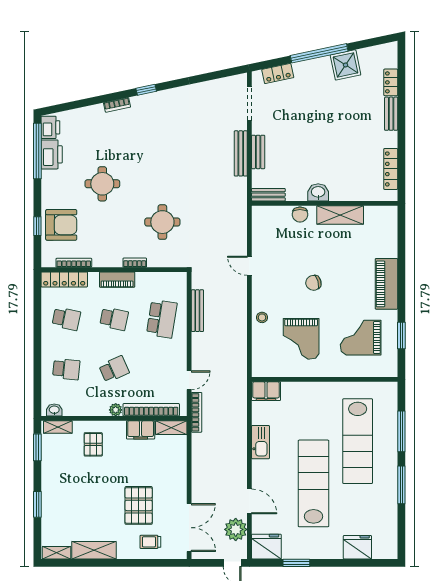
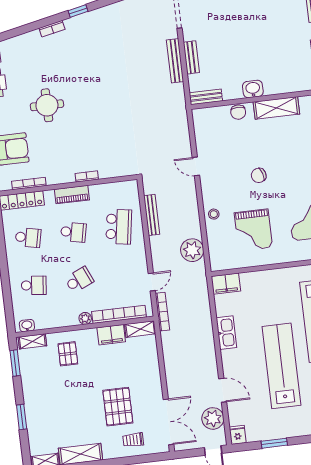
round table: (162, 222) -> (108, 135), removed
plant: (235, 352) -> (192, 250), added
fridge: (266, 547) -> (238, 435), width x0.53, depth x0.75

